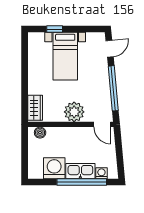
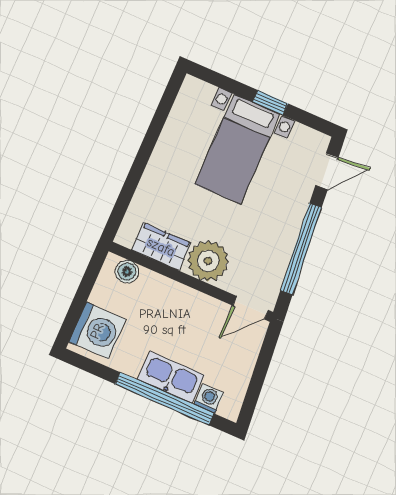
window: (55, 29) -> (270, 103), moved
wardrobe: (35, 108) -> (161, 247), moved, turned -90
door: (102, 124) -> (251, 308), hinge flipped
washing machine: (54, 168) -> (97, 331), moved, turned 90

